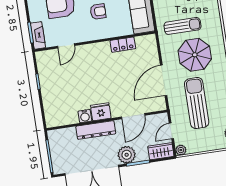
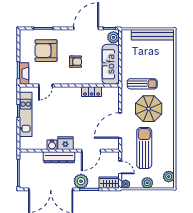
kitchen unit: (47, 84) -> (26, 114), added
door: (171, 131) -> (120, 167), swing flipped
plant: (207, 145) -> (147, 183), added

